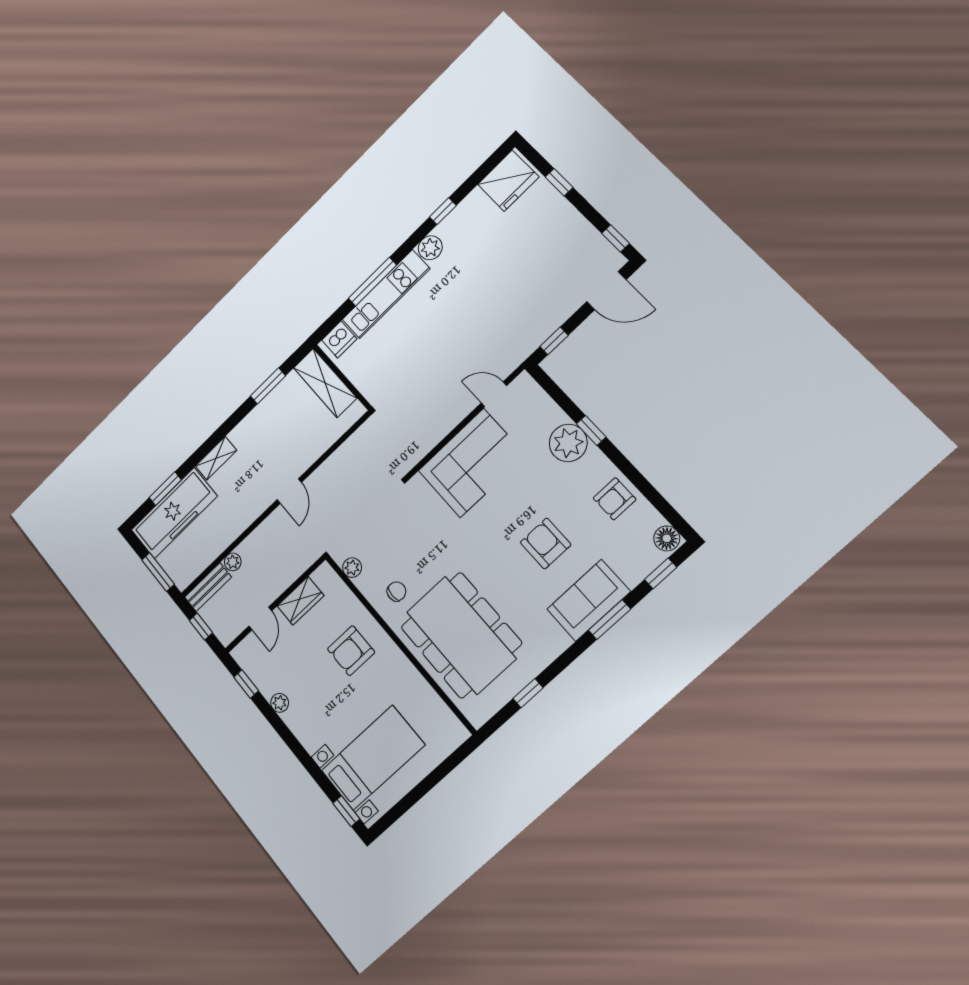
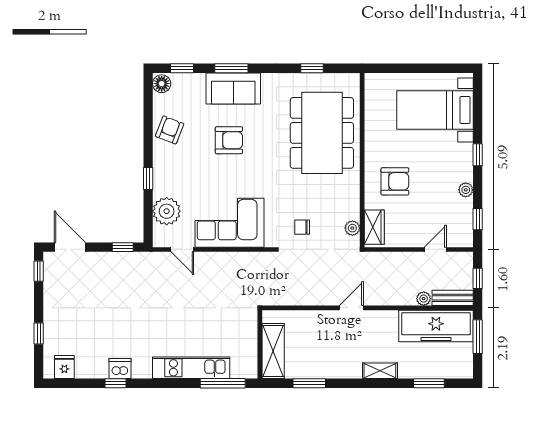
fridge: (508, 181) -> (64, 367), width x0.53, depth x0.75
plant: (430, 248) -> (142, 369), removed
window: (372, 282) -> (223, 383), moved
dishwasher: (339, 339) -> (120, 369), moved
plant: (568, 443) -> (167, 211), moved
armchair: (615, 499) -> (170, 130), turned -69
freezer: (174, 513) -> (436, 326), moved, turned 180
armchair: (546, 544) -> (229, 140), turned -90
chair: (397, 591) -> (302, 227), moved
wardrobe: (300, 601) -> (374, 227), moved, turned 90
window: (346, 811) -> (478, 155), moved

